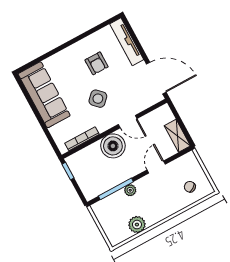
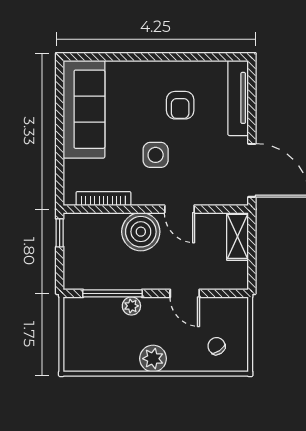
side table: (98, 99) -> (156, 155), turned 45
shelving: (177, 136) -> (237, 236), moved
door: (156, 167) -> (185, 293), swing flipped
plant: (137, 225) -> (153, 359), moved

